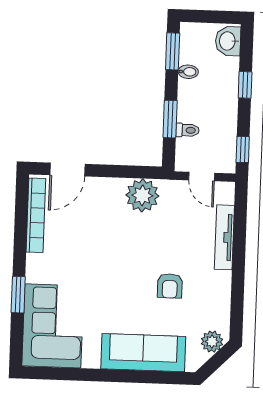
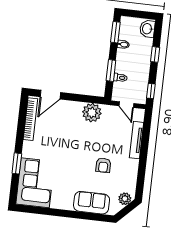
sofa: (143, 353) -> (92, 203), width x0.73

